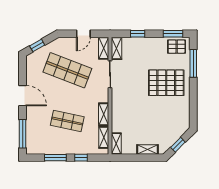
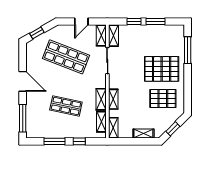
window: (173, 34) -> (156, 22), moved
pallet: (177, 47) -> (163, 99), moved, width x1.50, depth x1.42
shelving: (116, 114) -> (113, 99), added

